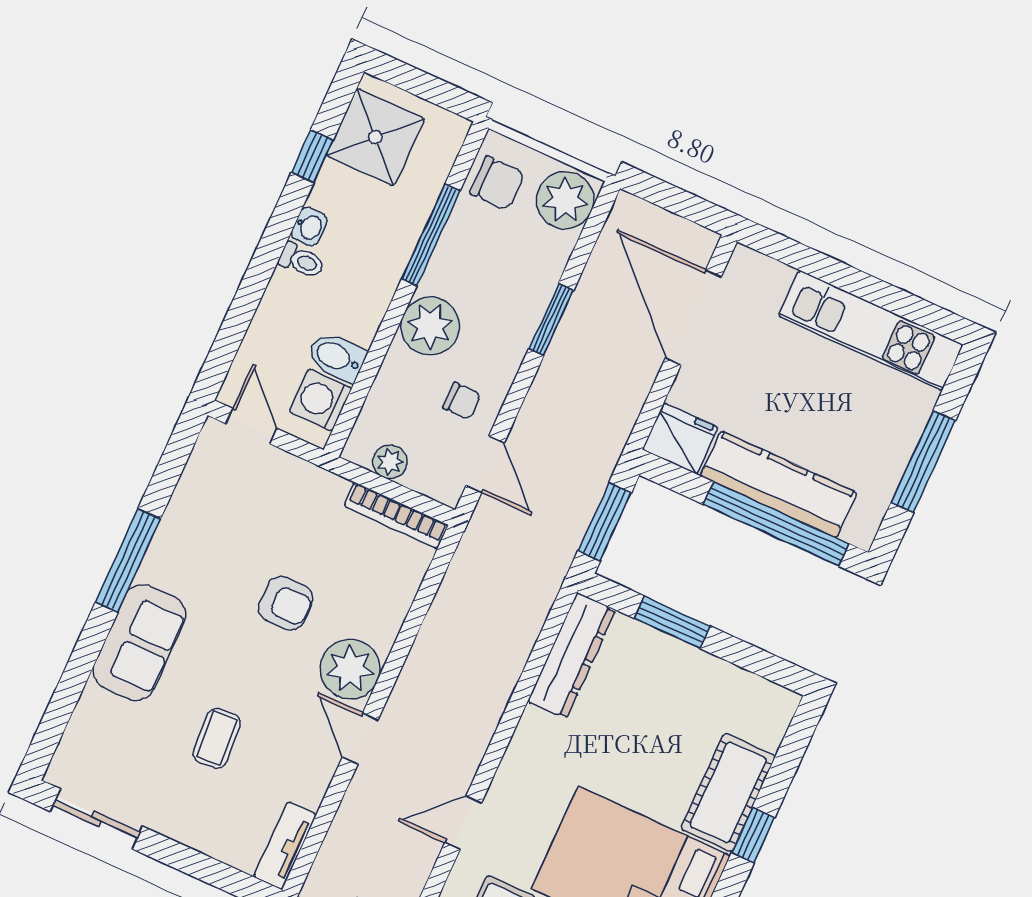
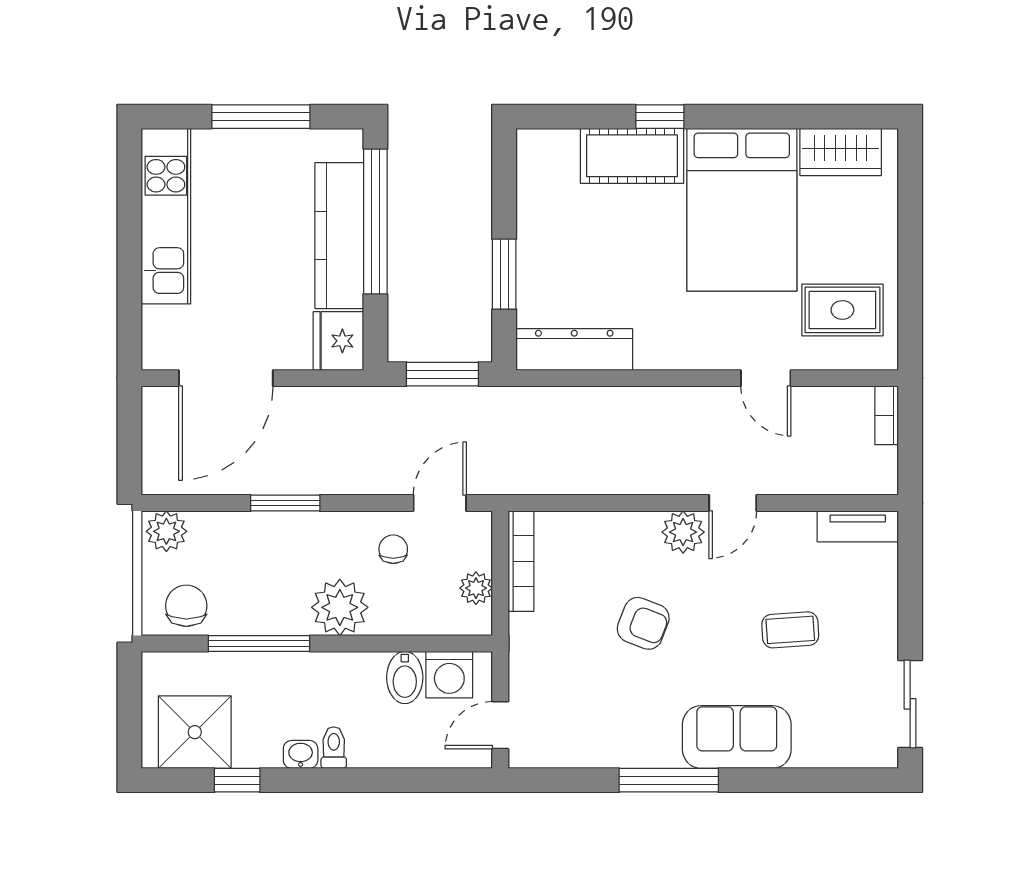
plant: (565, 200) -> (166, 531), width x0.73, depth x0.73
armchair: (286, 603) -> (643, 623), turned 111
plant: (350, 669) -> (683, 532), width x0.73, depth x0.73

